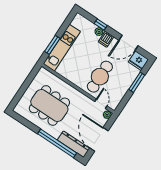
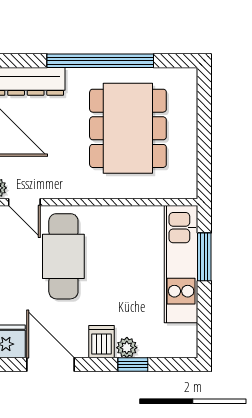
door: (129, 43) -> (50, 365), hinge flipped
dining table: (49, 105) -> (128, 128), turned 90
window: (57, 143) -> (100, 61), moved

